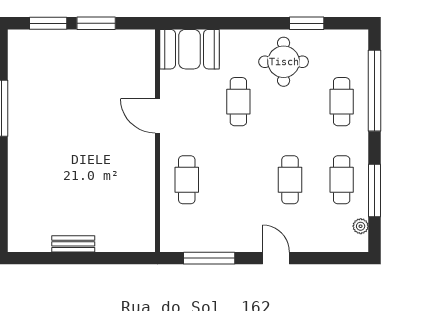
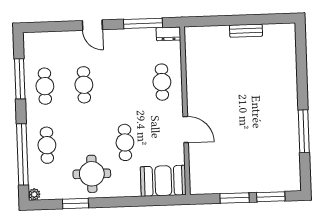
plant: (361, 226) -> (34, 194), moved
dresser: (176, 243) -> (168, 34), added

